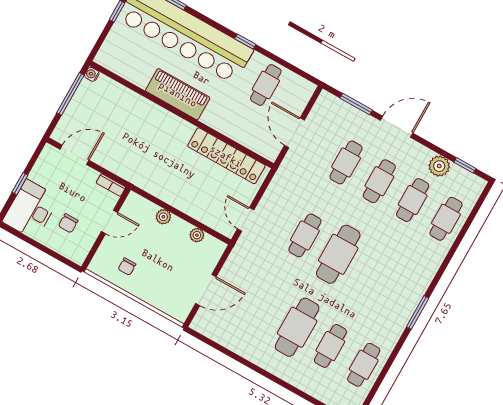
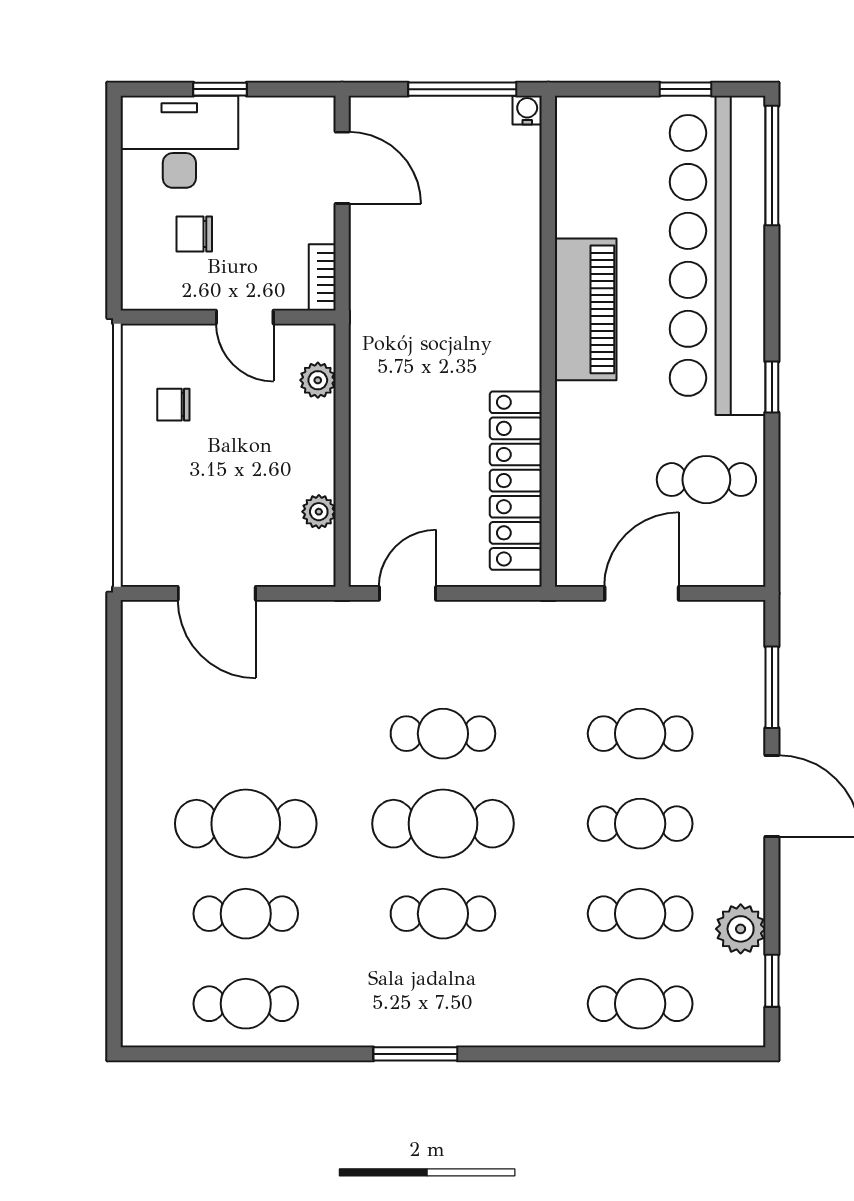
plant: (163, 217) -> (318, 380), moved
cafe table: (372, 273) -> (443, 914), added

